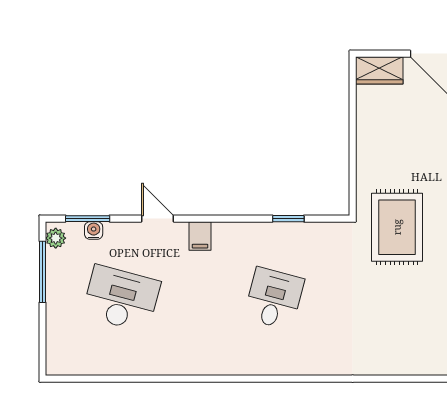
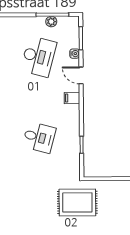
door: (158, 219) -> (81, 75), swing flipped
water cooler: (94, 230) -> (75, 54), moved
plant: (56, 238) -> (51, 22), moved

